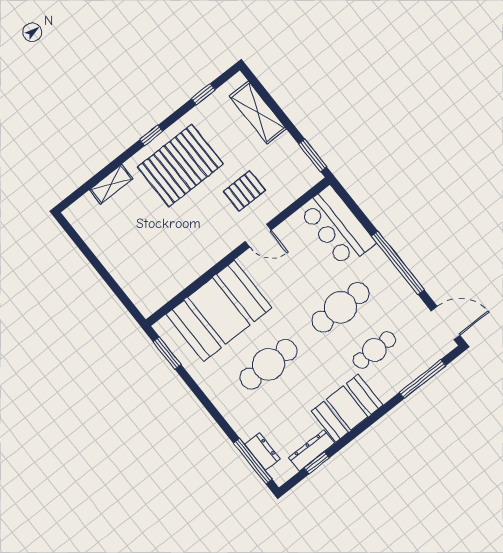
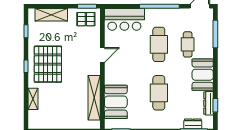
pallet: (244, 191) -> (86, 19), moved, turned 90
shelving: (185, 274) -> (94, 98), added
booth: (219, 311) -> (116, 102), width x0.73, depth x0.70

